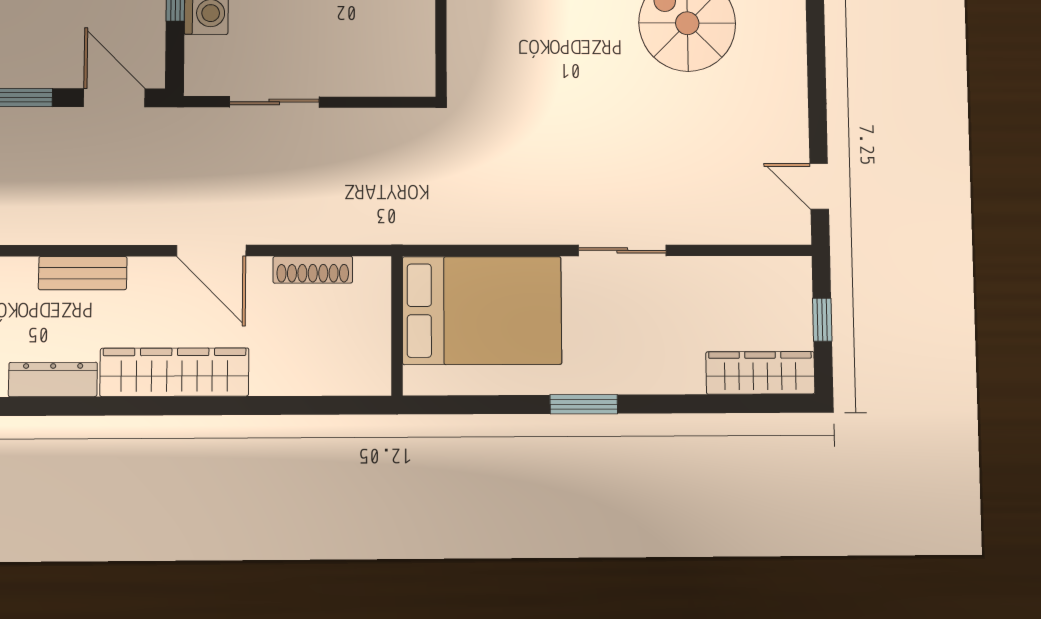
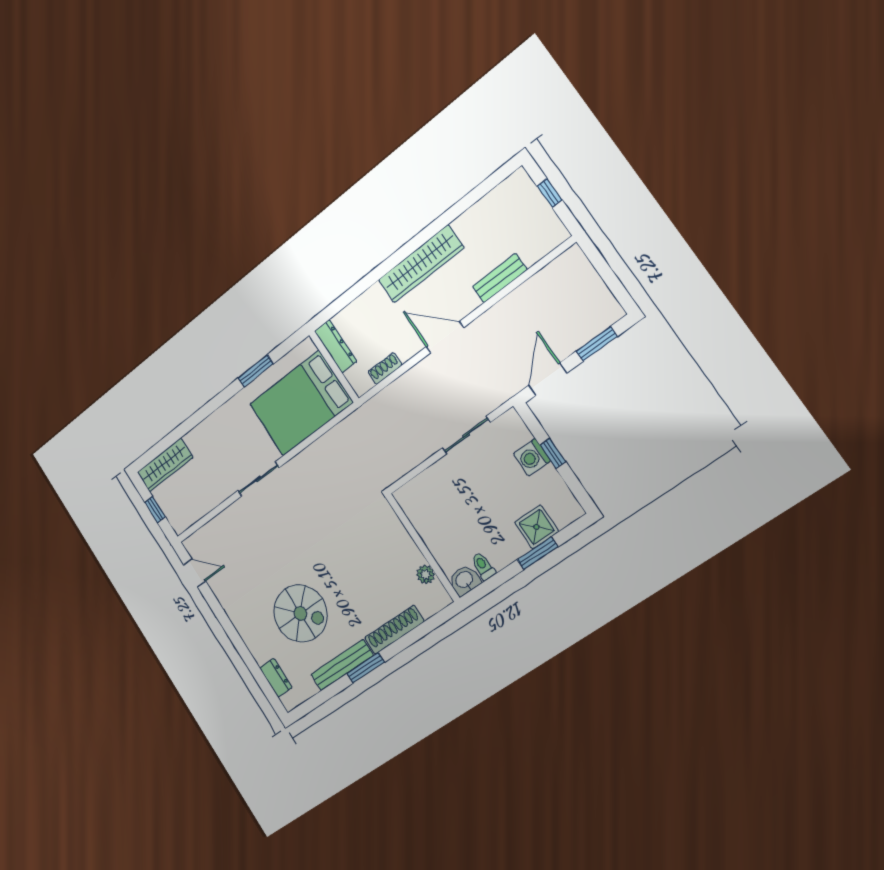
door: (114, 98) -> (548, 379), swing flipped
shoe rack: (313, 270) -> (385, 368), width x0.70
dresser: (53, 379) -> (336, 346), moved, turned -90
window: (584, 404) -> (256, 371), moved

